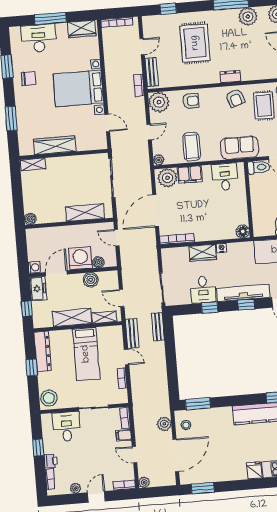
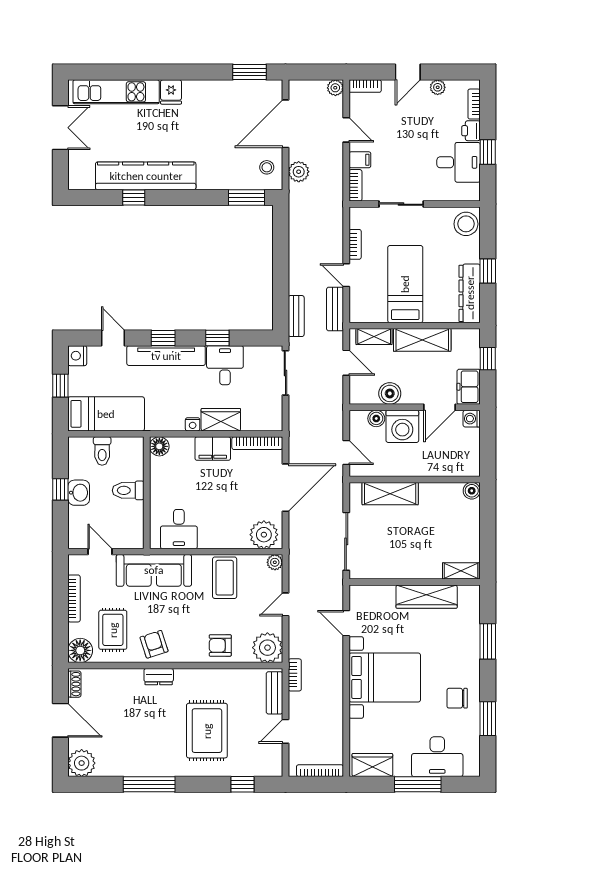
plant: (248, 17) -> (126, 763), removed
sofa: (240, 148) -> (154, 570), width x1.36
toilet: (259, 167) -> (128, 490), moved
filing cabinet: (190, 174) -> (213, 449), moved, turned 180
desk: (67, 427) -> (459, 162), moved, turned -90

